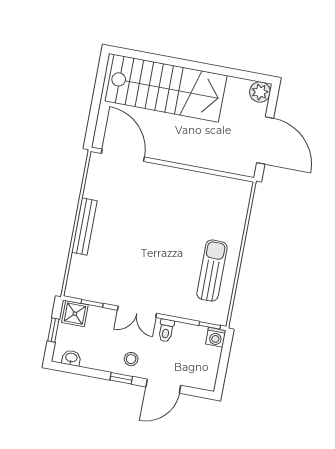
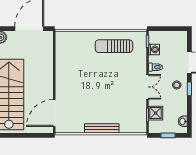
shower: (75, 314) -> (156, 113), moved
washing machine: (216, 337) -> (154, 49), moved

